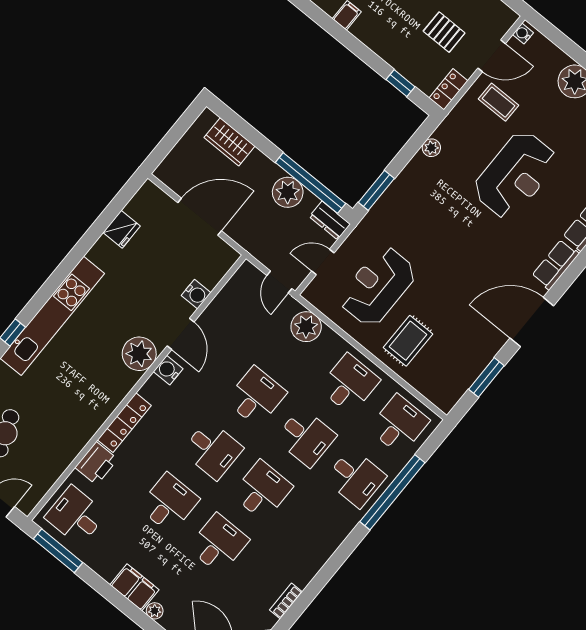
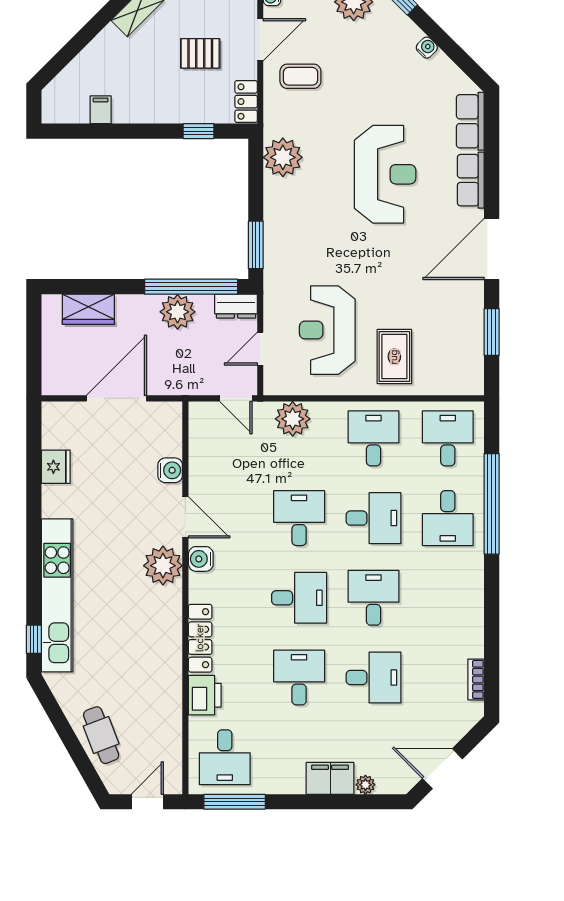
plant: (431, 148) -> (283, 157), width x1.87, depth x1.87
reception desk: (515, 175) -> (385, 174), moved
desk: (355, 478) -> (448, 518), turned 90
desk: (76, 516) -> (225, 757), turned -90
desk: (219, 544) -> (373, 678), turned 90

